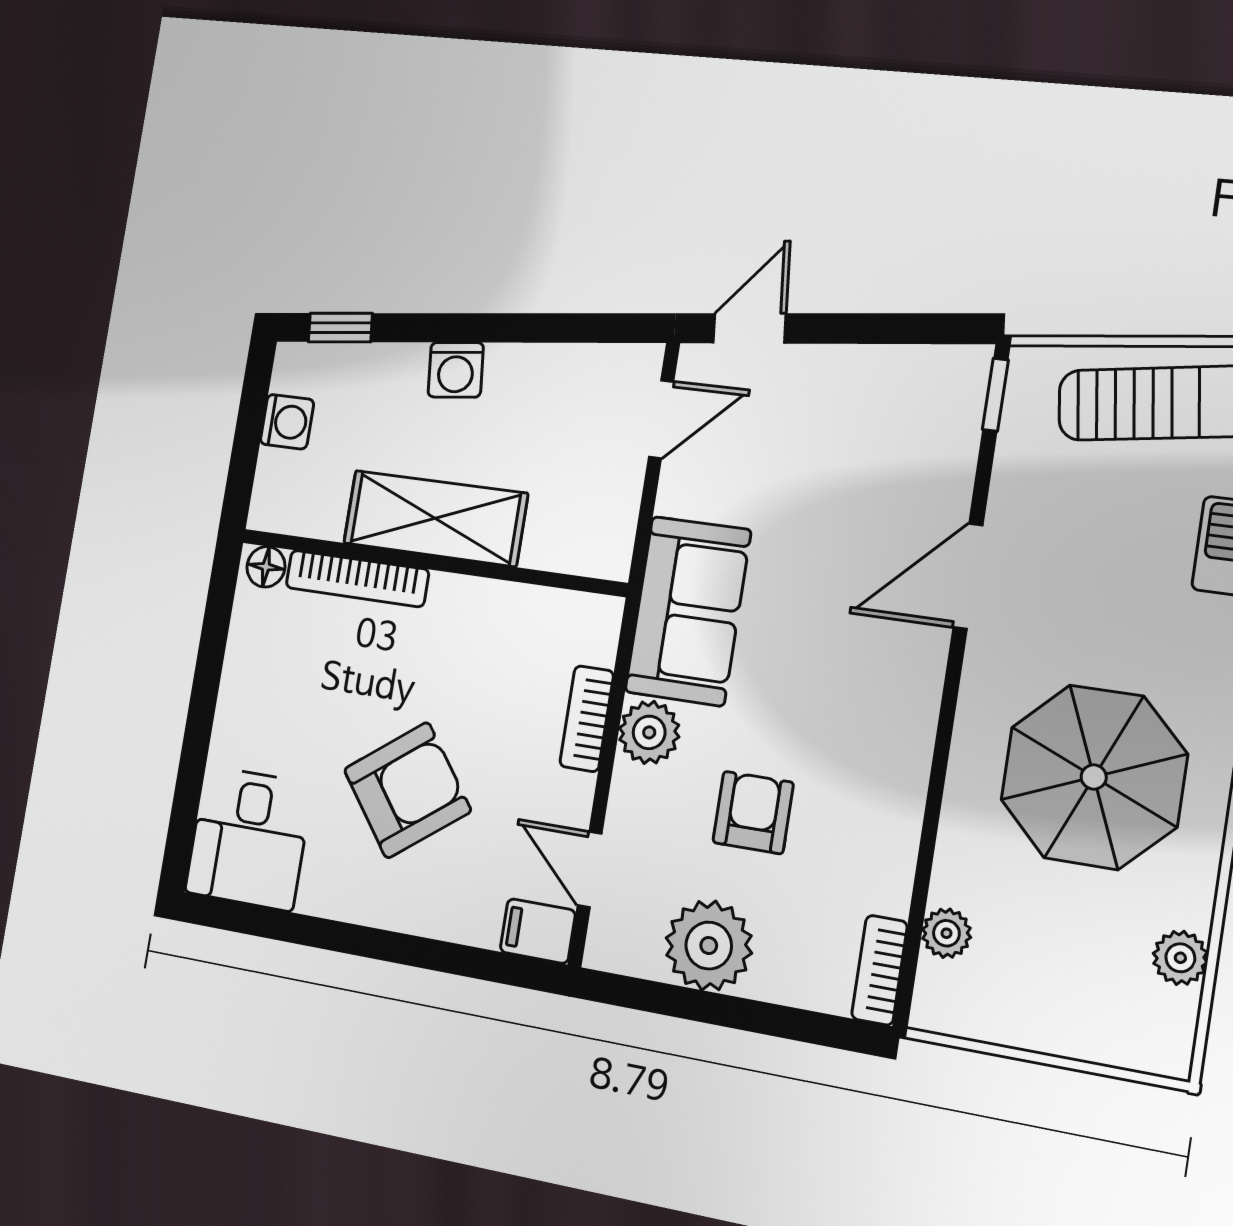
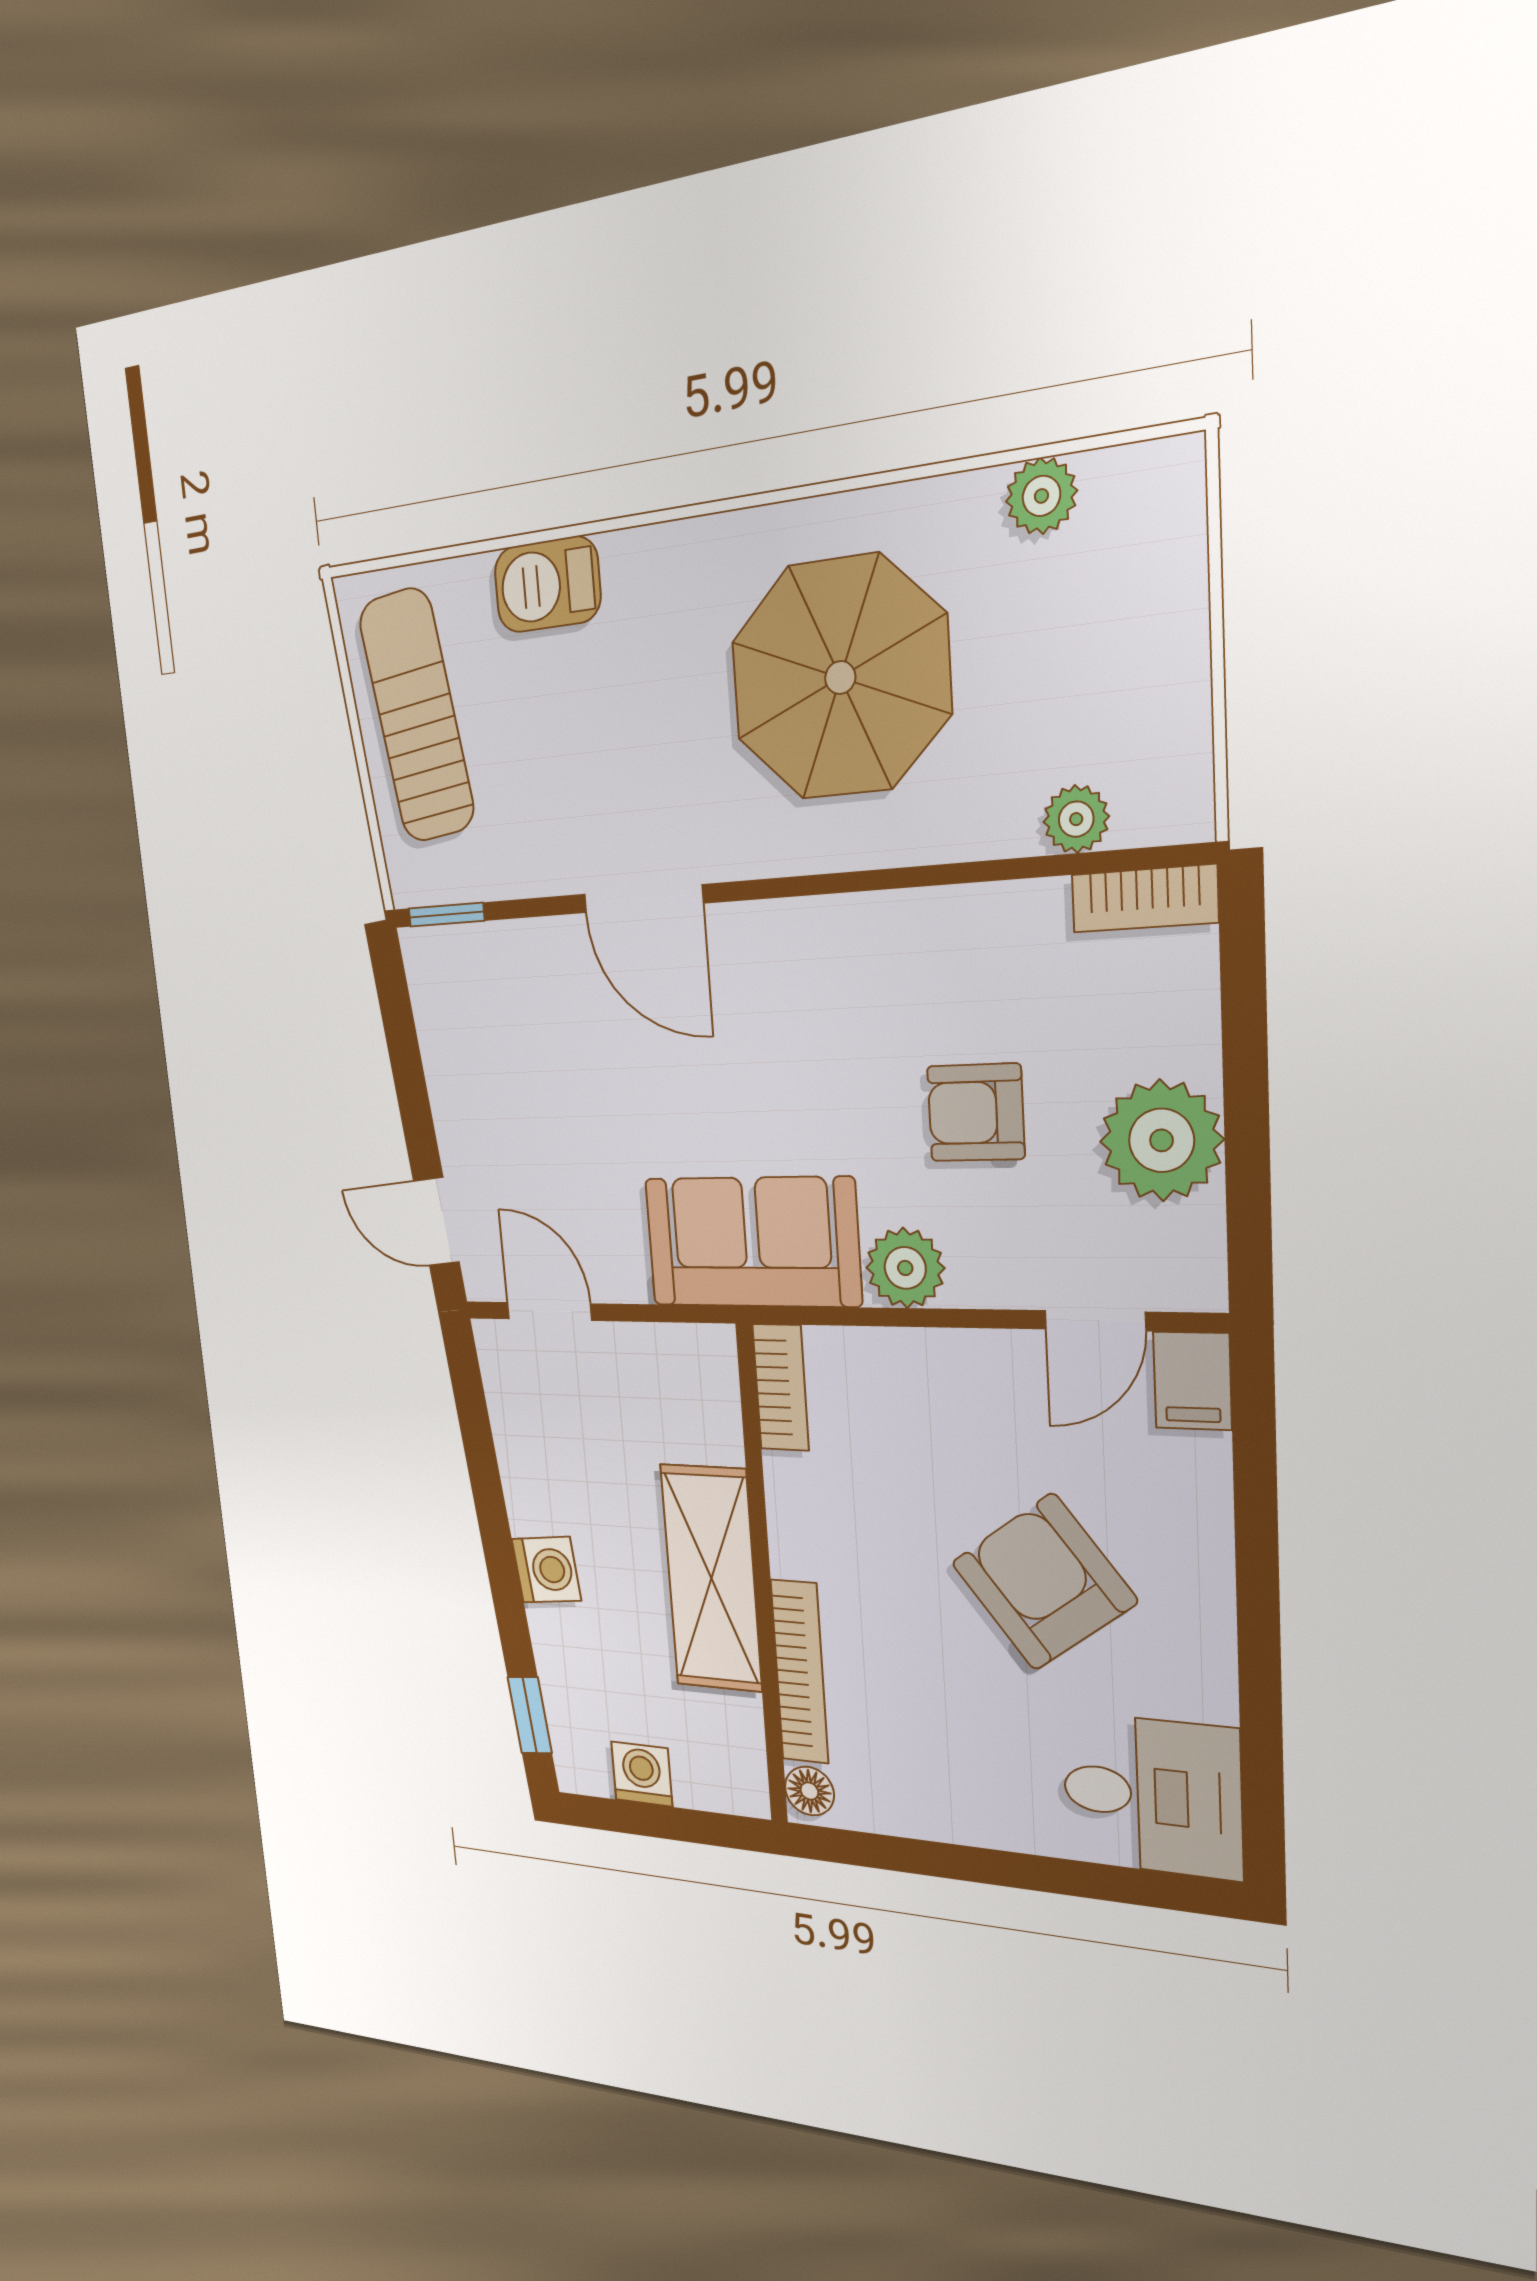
bookcase: (587, 719) -> (781, 1387), moved, turned -90

